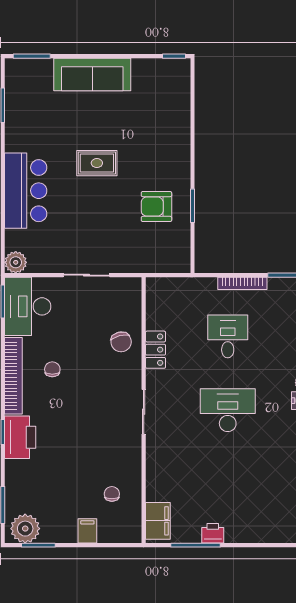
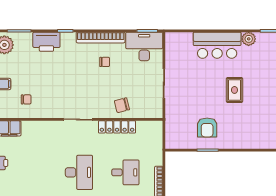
armchair: (156, 207) -> (207, 127), turned 180
plant: (16, 262) -> (249, 39), moved
locker: (156, 350) -> (117, 127), width x1.53
printer: (20, 437) -> (46, 42), moved

